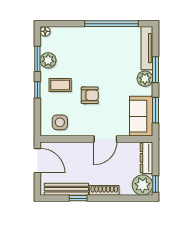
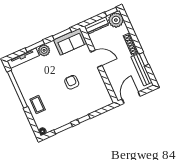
plant: (48, 60) -> (61, 121), removed
coffee table: (60, 85) -> (38, 105), moved
side table: (60, 122) -> (99, 94), removed

